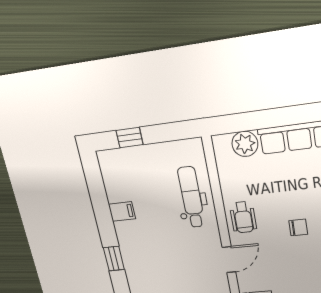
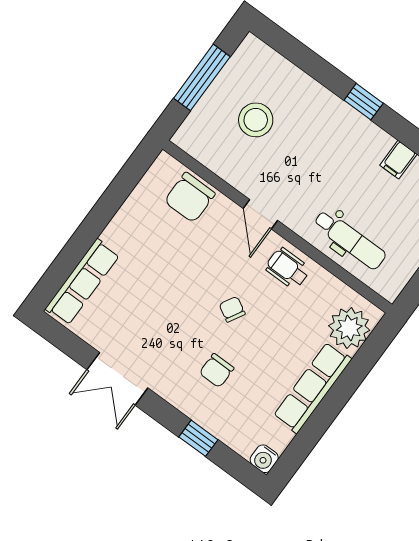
plant: (245, 144) -> (349, 328), width x1.36, depth x1.36
chair: (298, 227) -> (232, 309), turned 119

